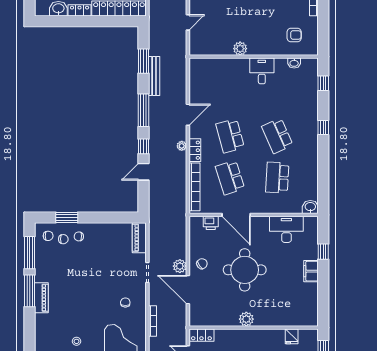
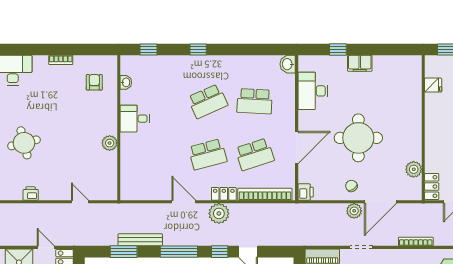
plant: (182, 146) -> (219, 213), width x1.88, depth x1.88
printer: (211, 223) -> (306, 192), moved
plant: (246, 319) -> (414, 169), moved

